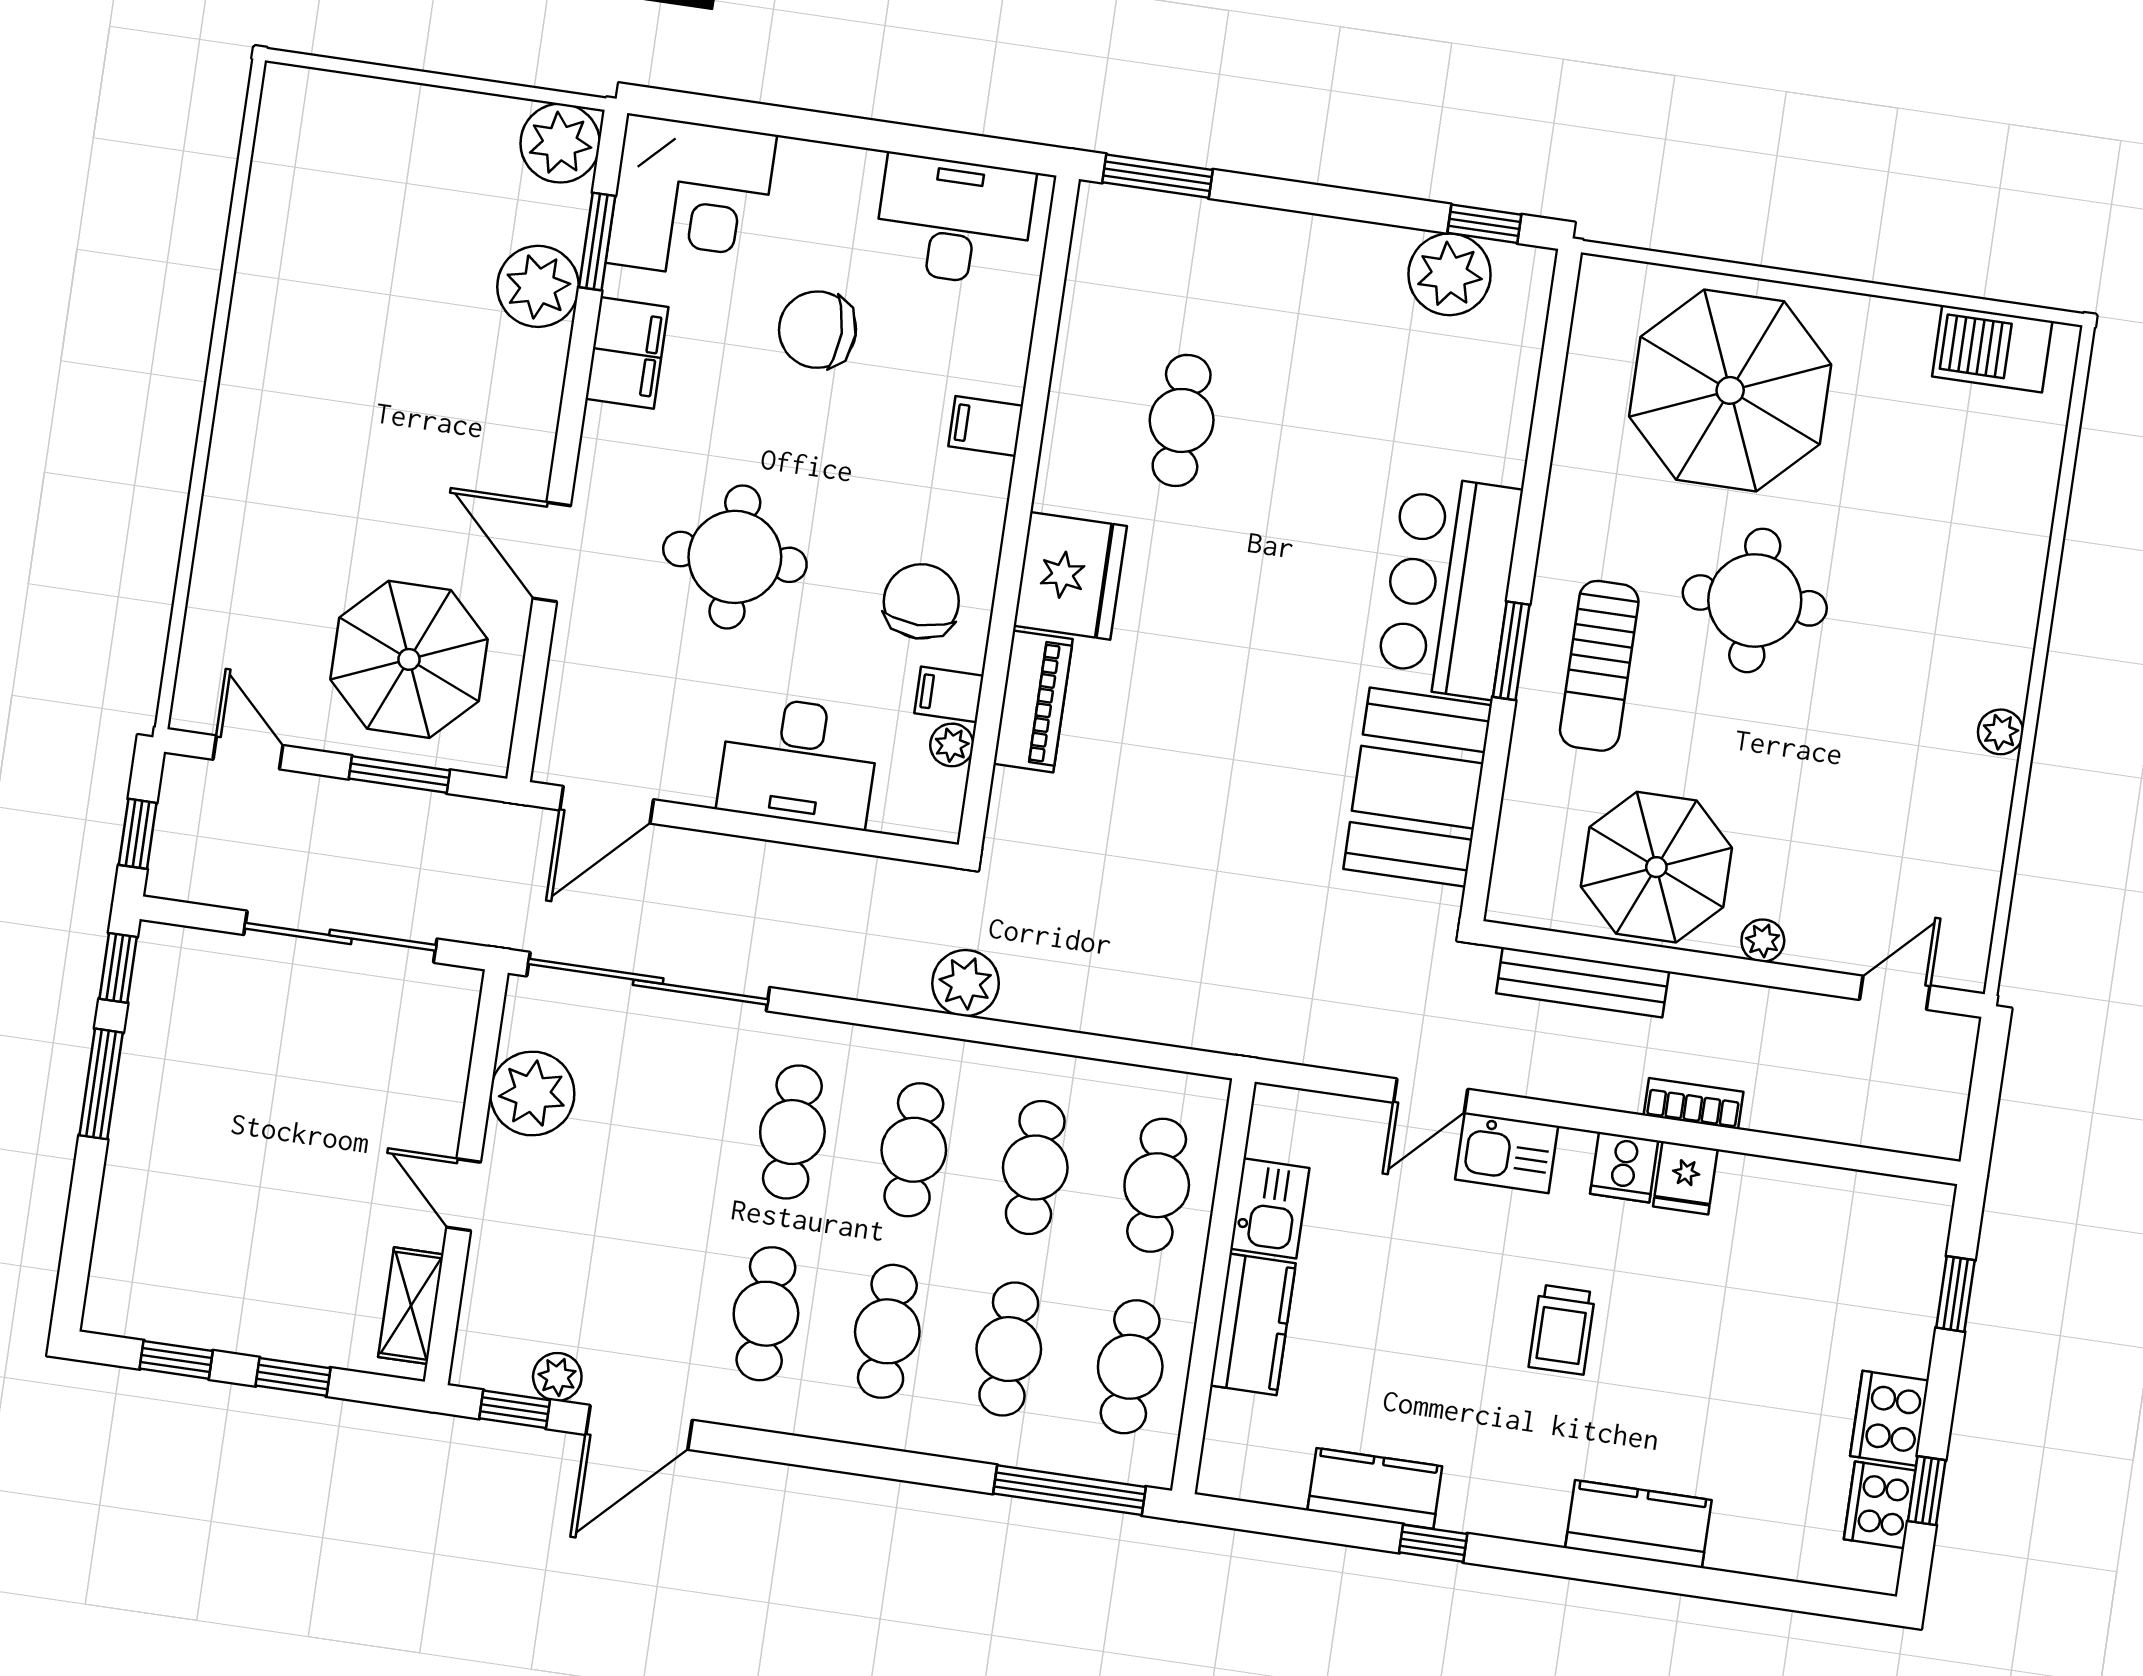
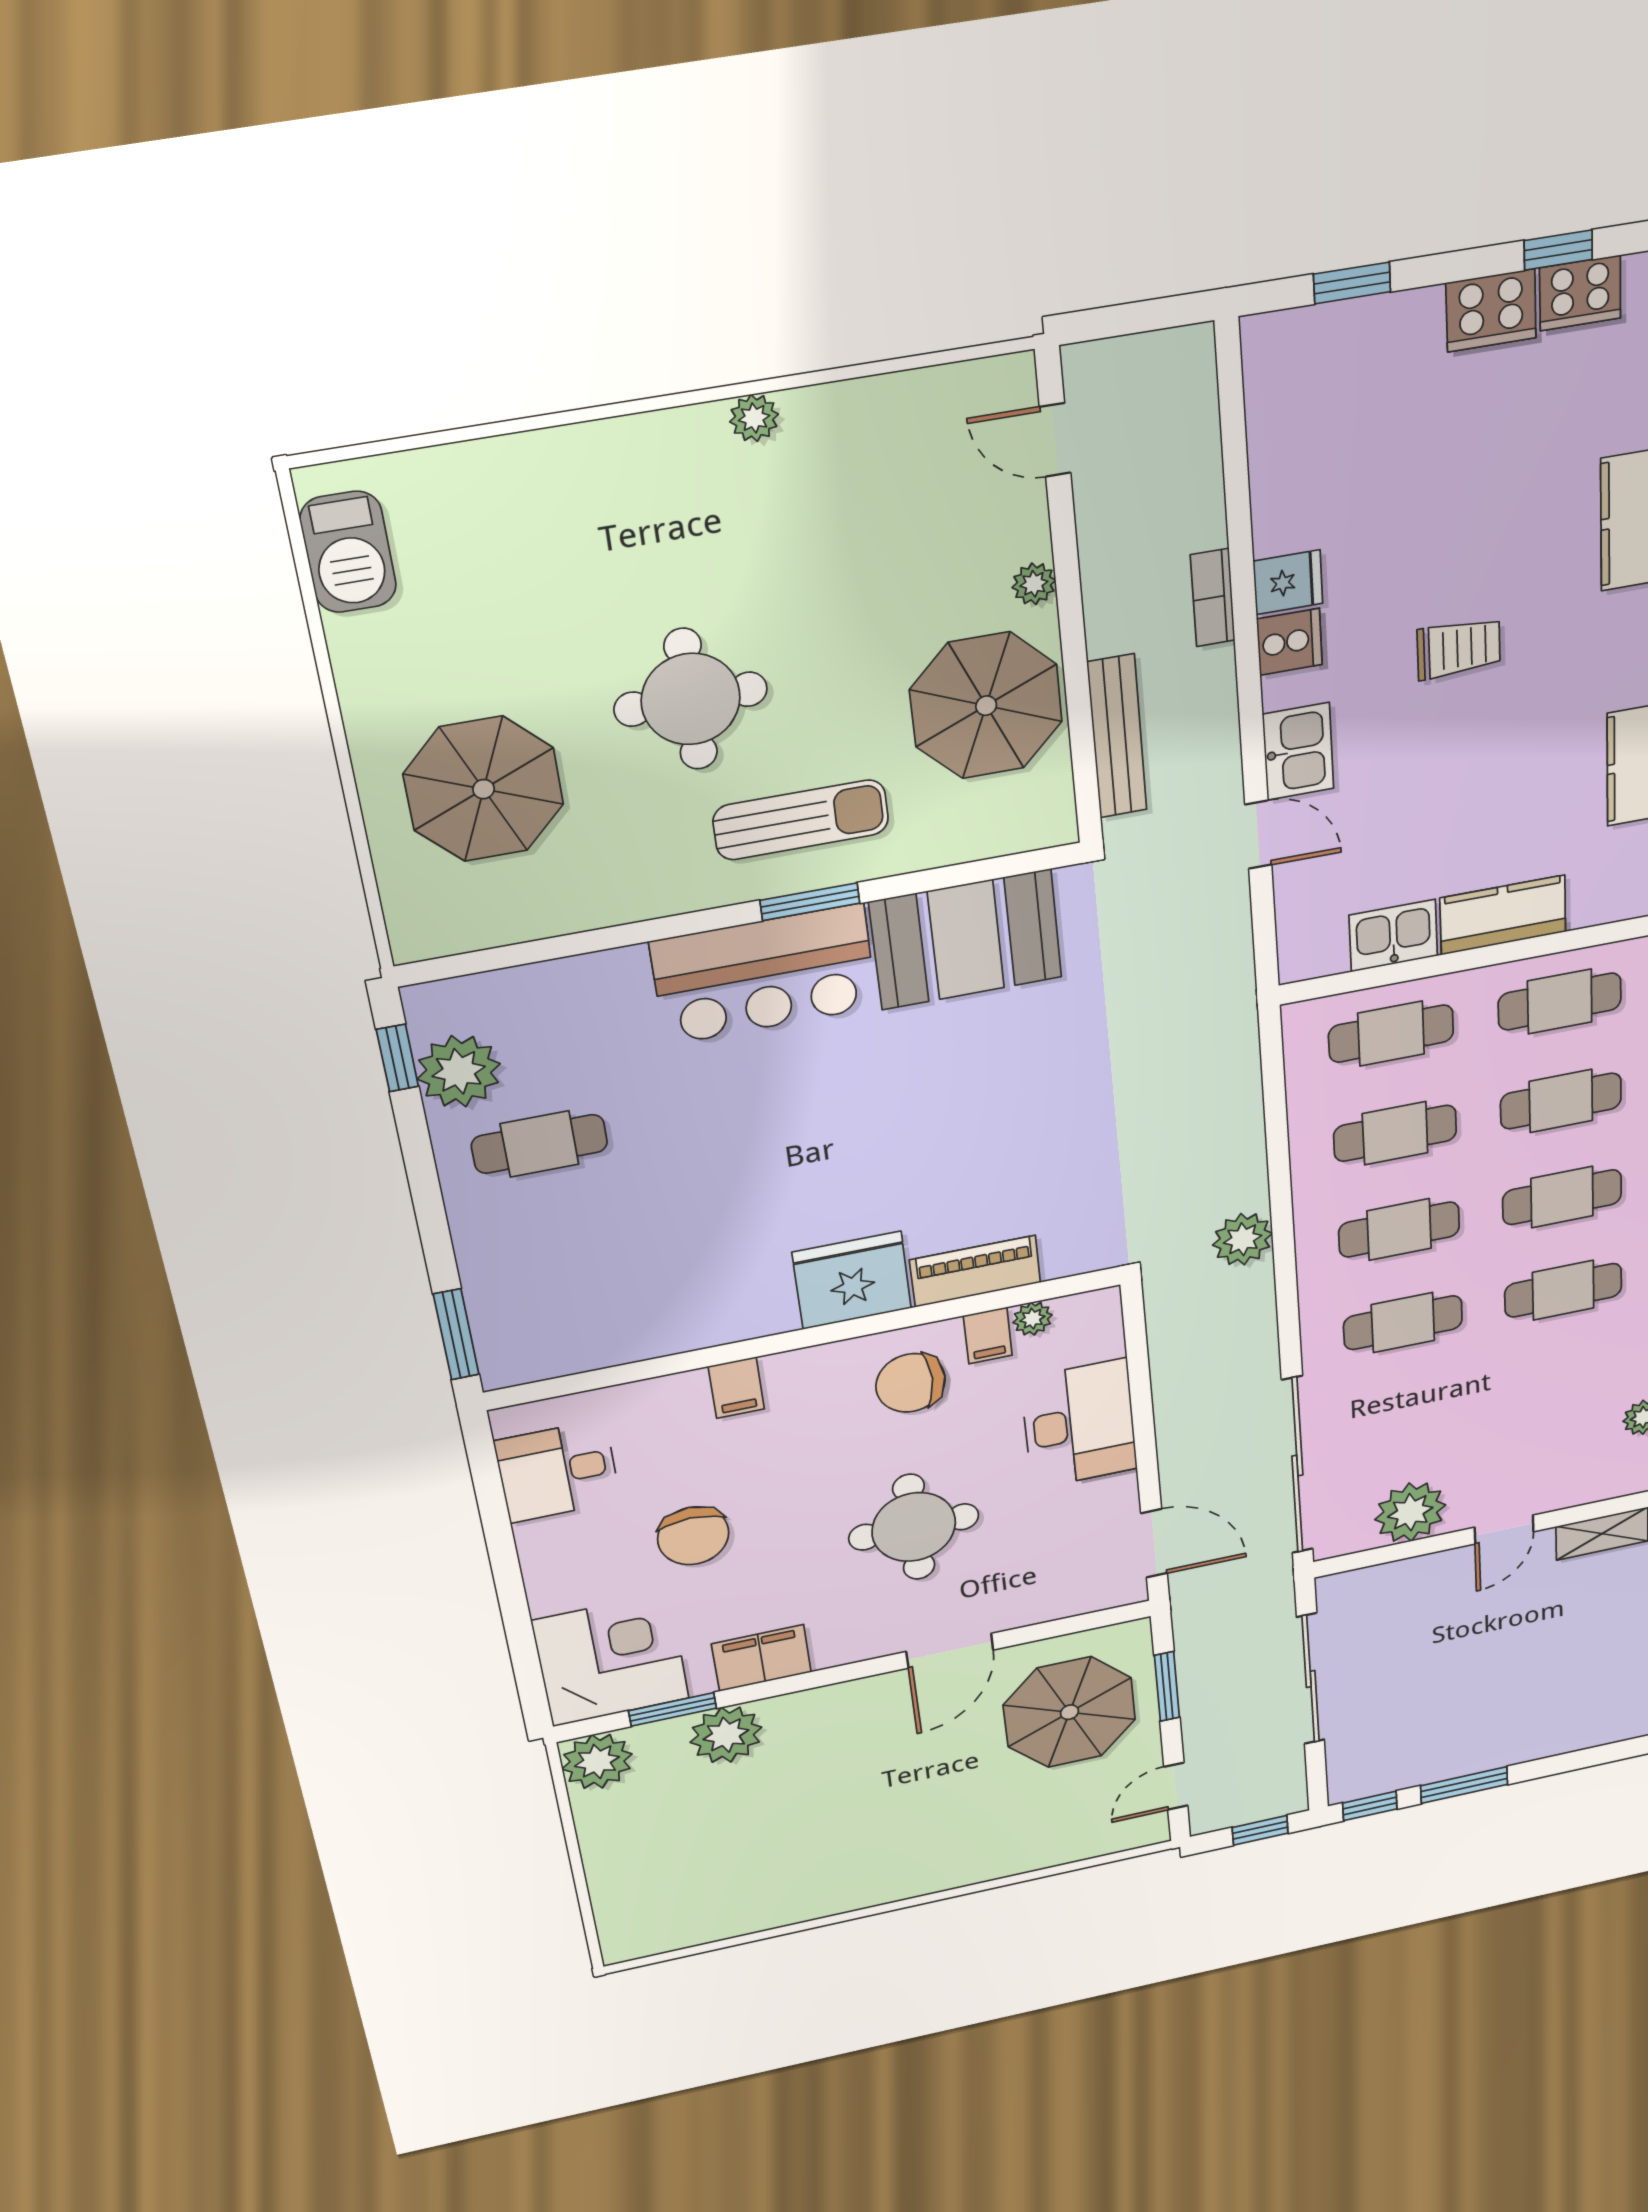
desk: (954, 220) -> (557, 1471), width x0.73
parasol: (1730, 390) -> (484, 789), width x0.73, depth x0.73
cafe table: (1182, 420) -> (539, 1144), moved

